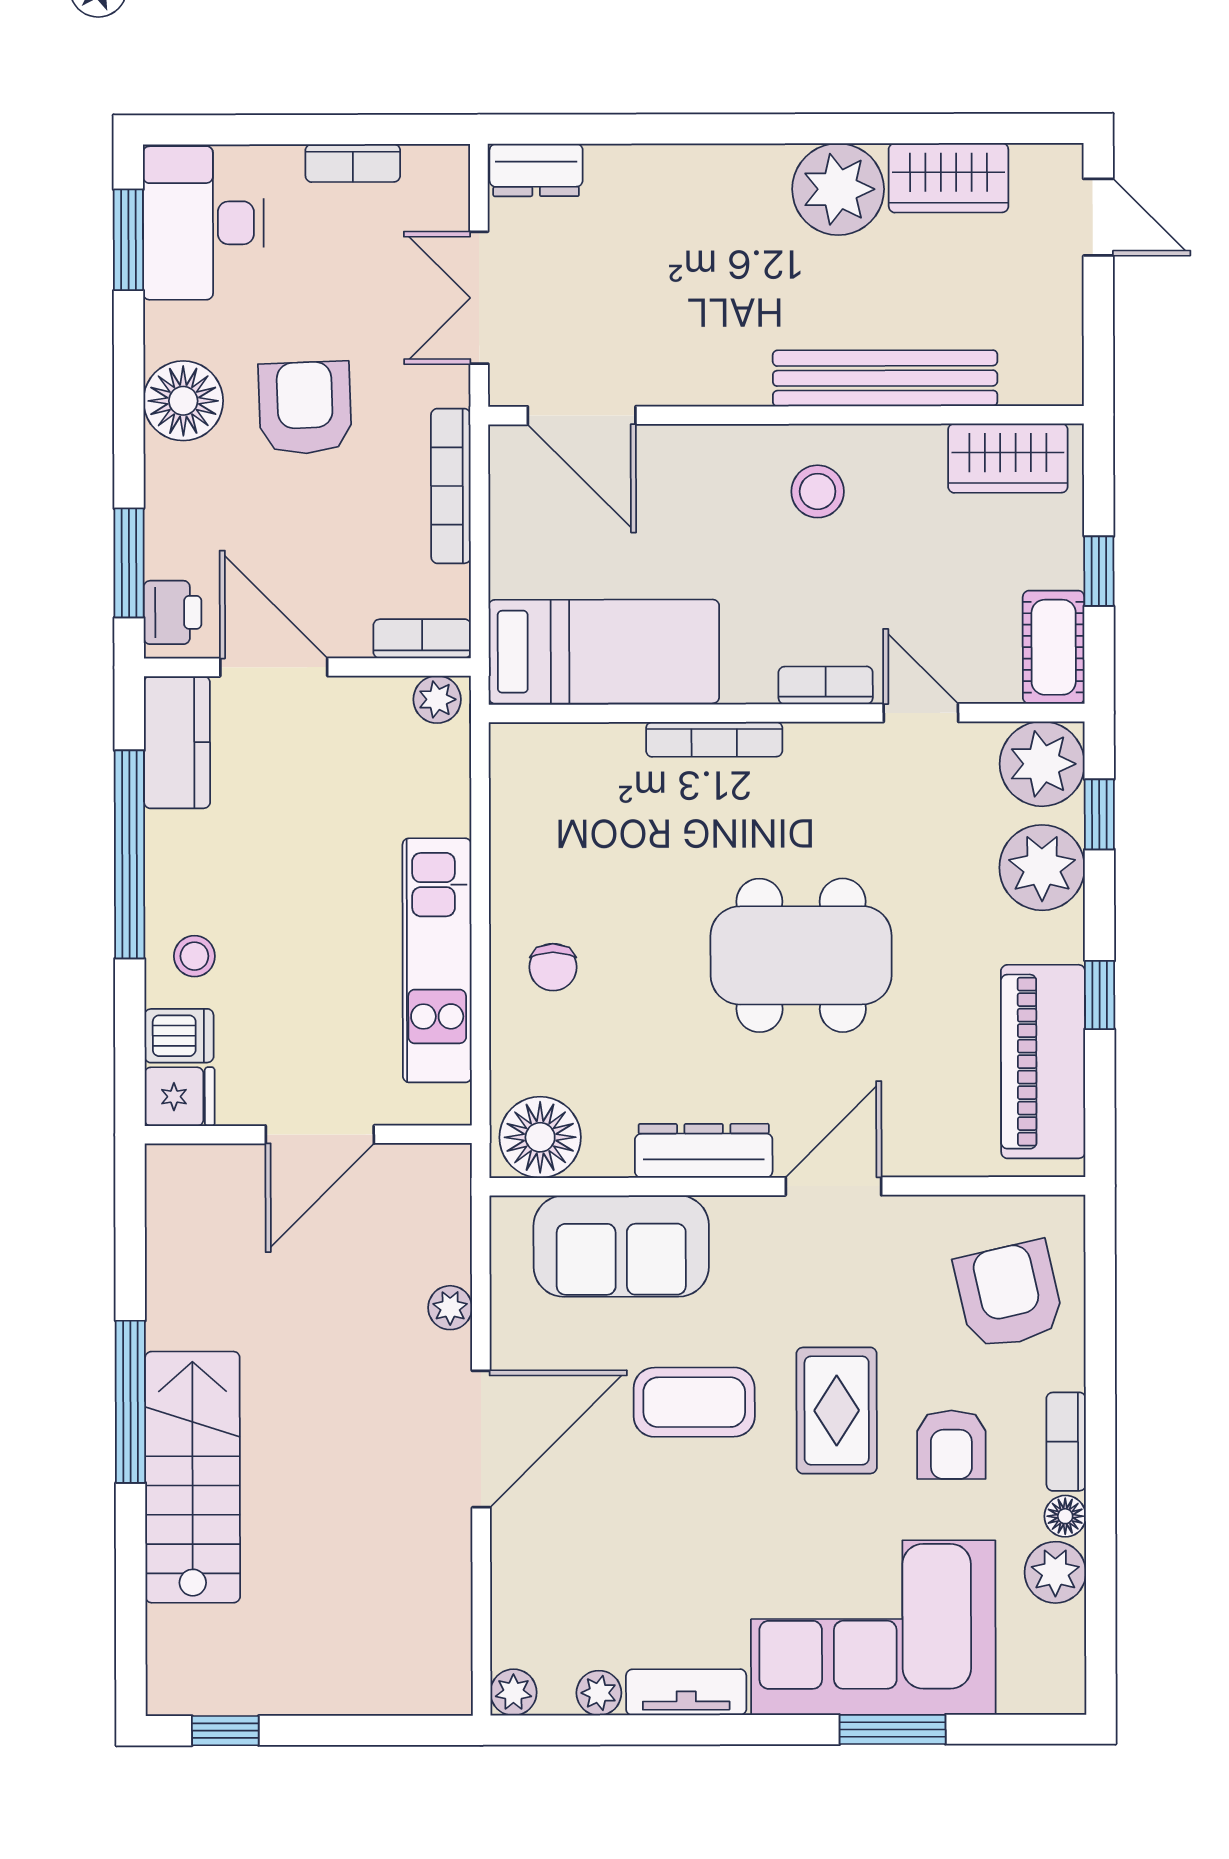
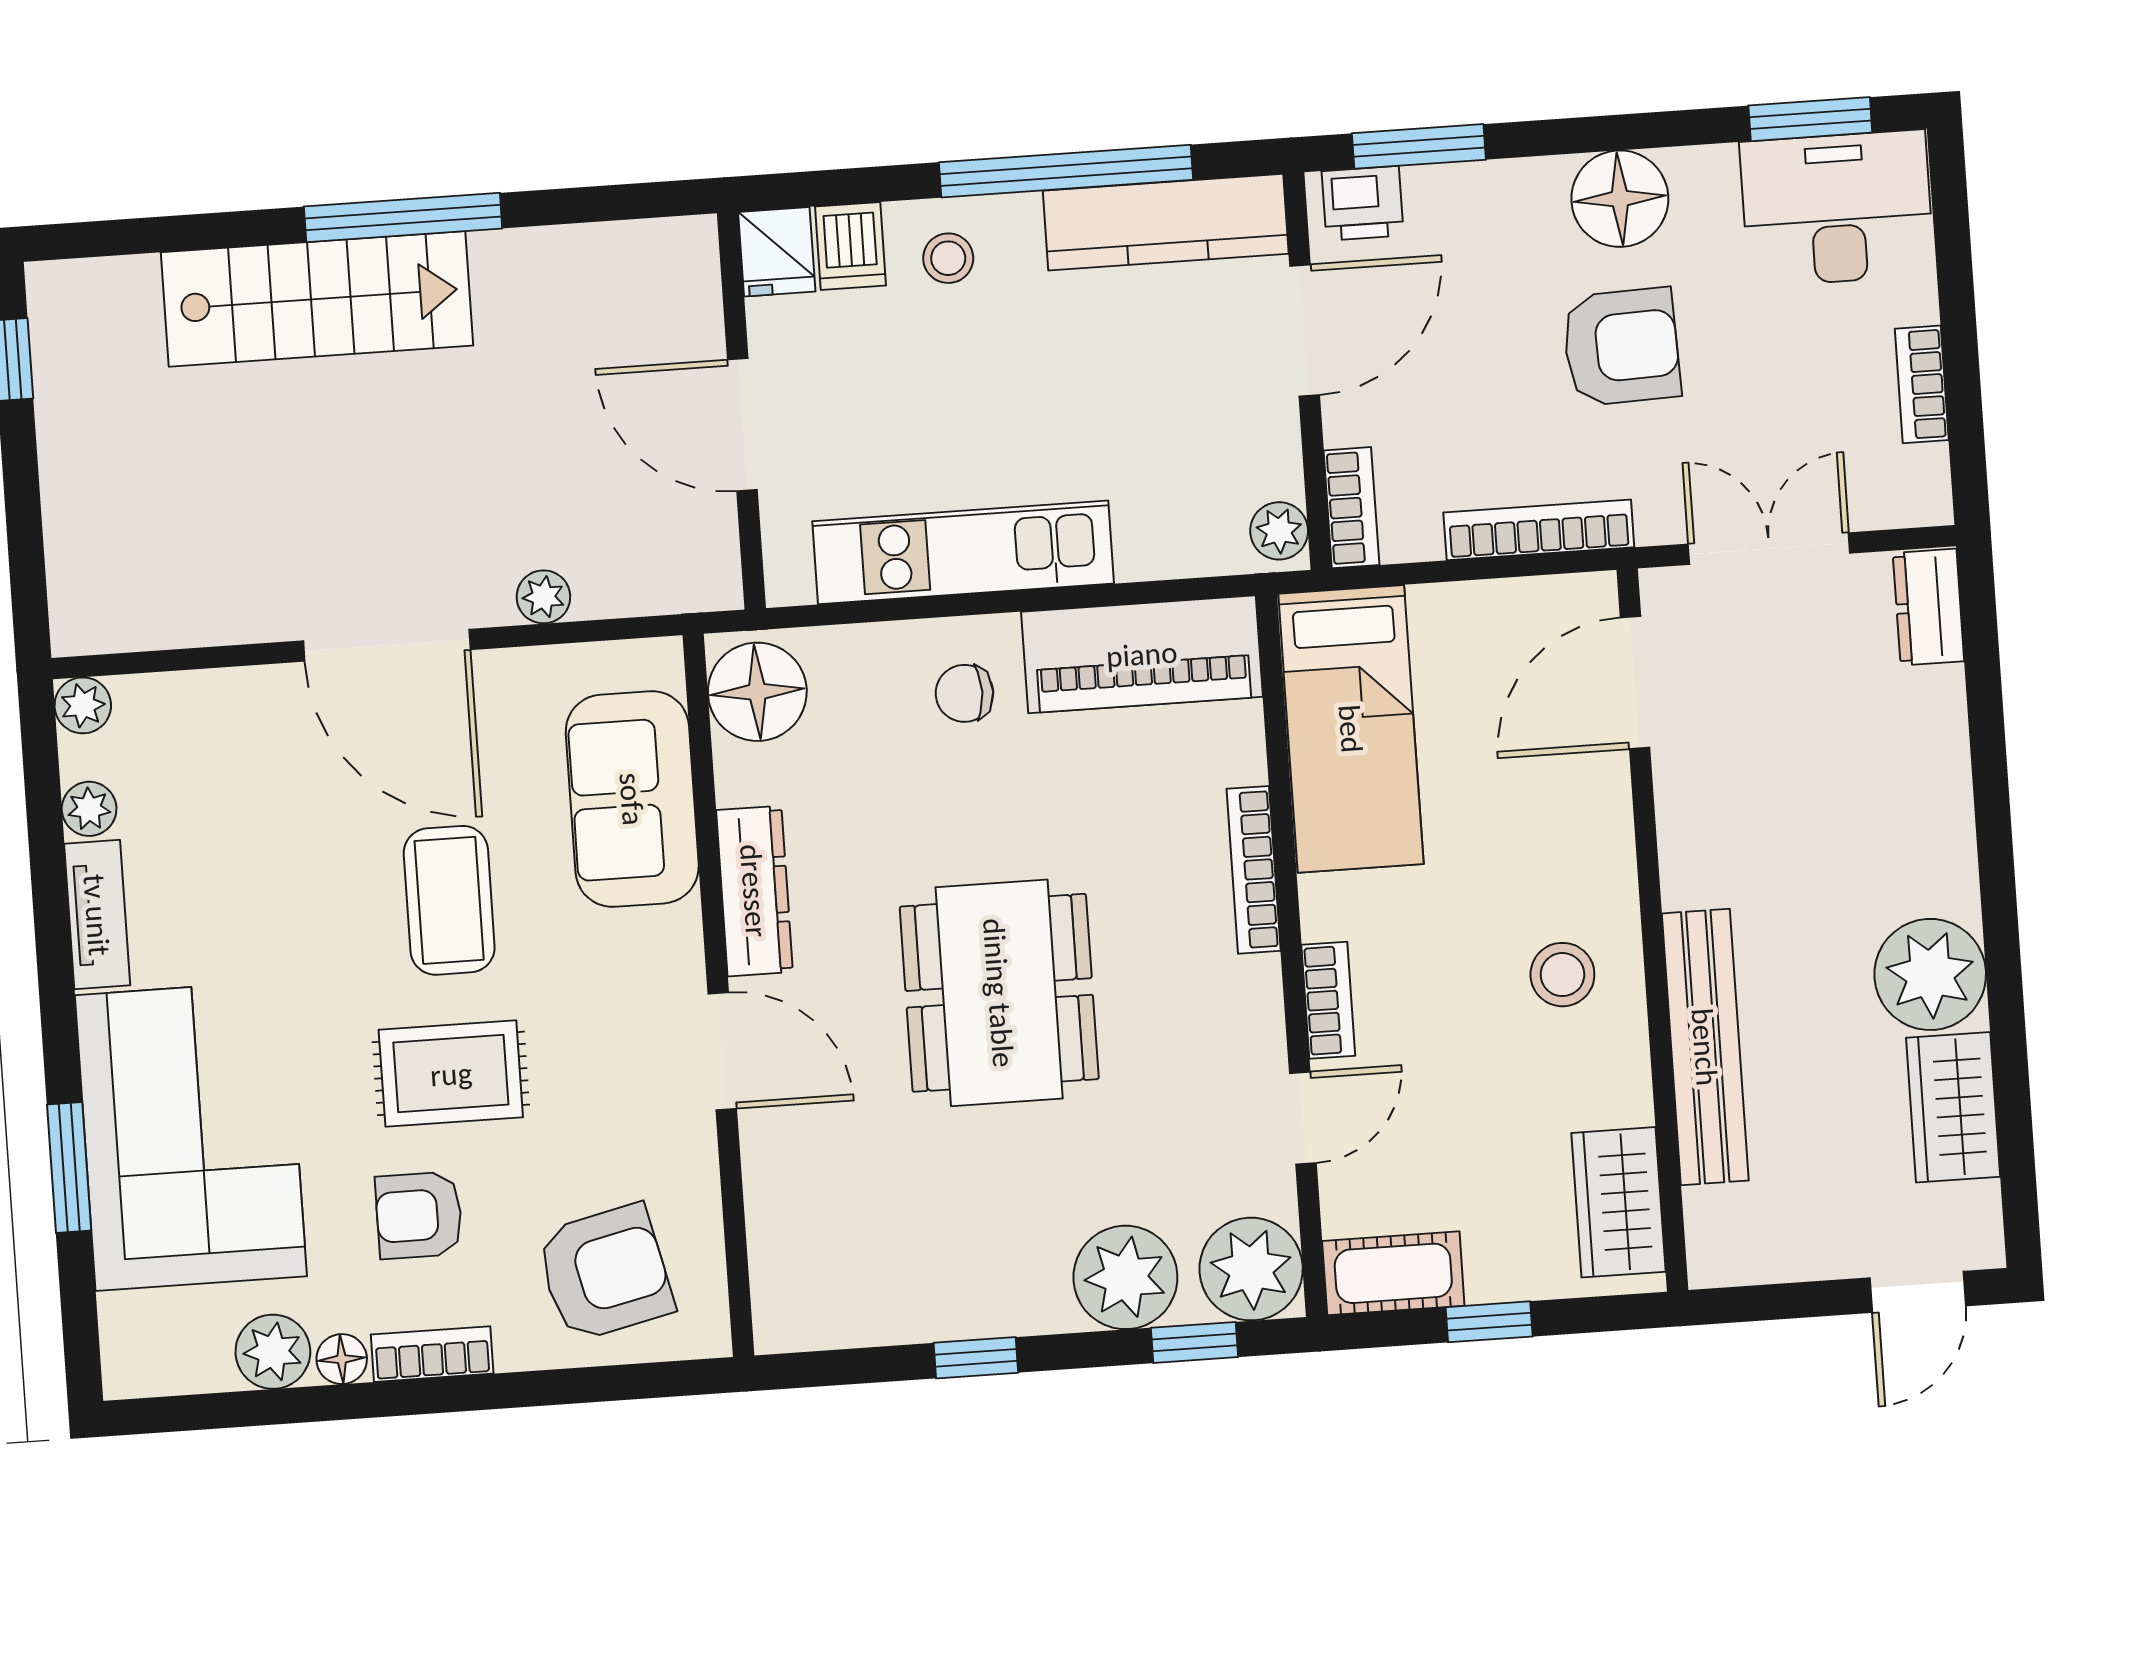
kitchen counter: (177, 742) -> (1166, 222), width x1.50
piano: (1043, 1062) -> (1142, 654), moved, turned 180

